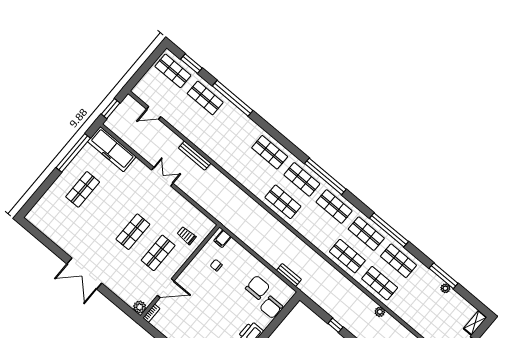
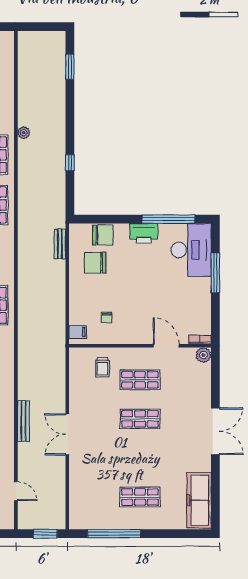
freezer: (112, 149) -> (199, 500), moved, turned 180
double door: (162, 177) -> (67, 434), width x1.37

